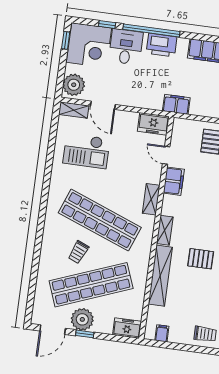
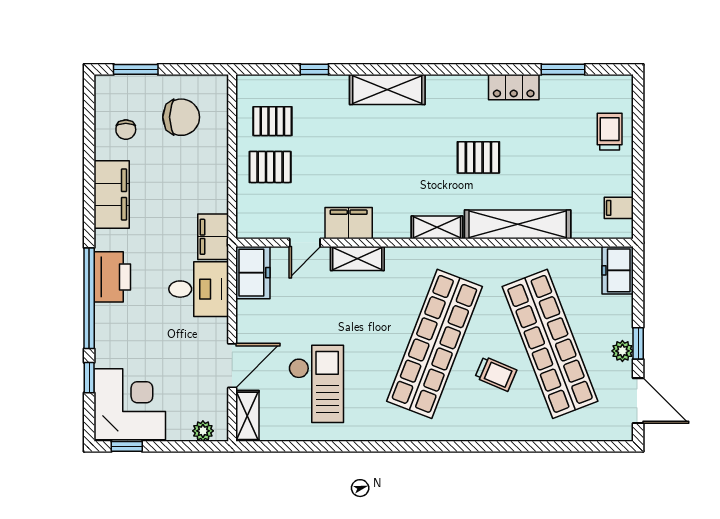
desk: (126, 47) -> (199, 289), moved, turned 180
plant: (74, 85) -> (203, 431), width x0.53, depth x0.53
shelving: (151, 199) -> (357, 259), moved
pallet: (201, 259) -> (478, 157), turned 90
plant: (82, 319) -> (622, 351), width x0.53, depth x0.53

